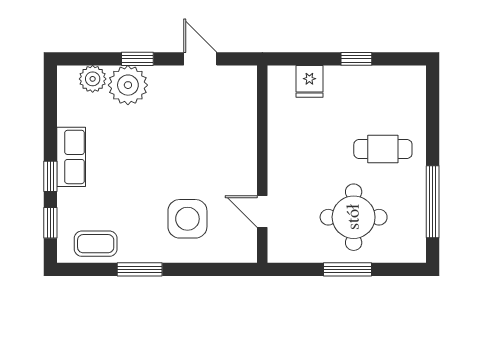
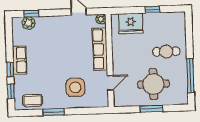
window: (137, 59) -> (31, 13), moved
fridge: (309, 81) -> (131, 23), width x1.88, depth x1.34
plant: (128, 85) -> (101, 19), moved, width x0.53, depth x0.53
row of seats: (242, 140) -> (100, 49), added
door: (262, 212) -> (110, 83), swing flipped

